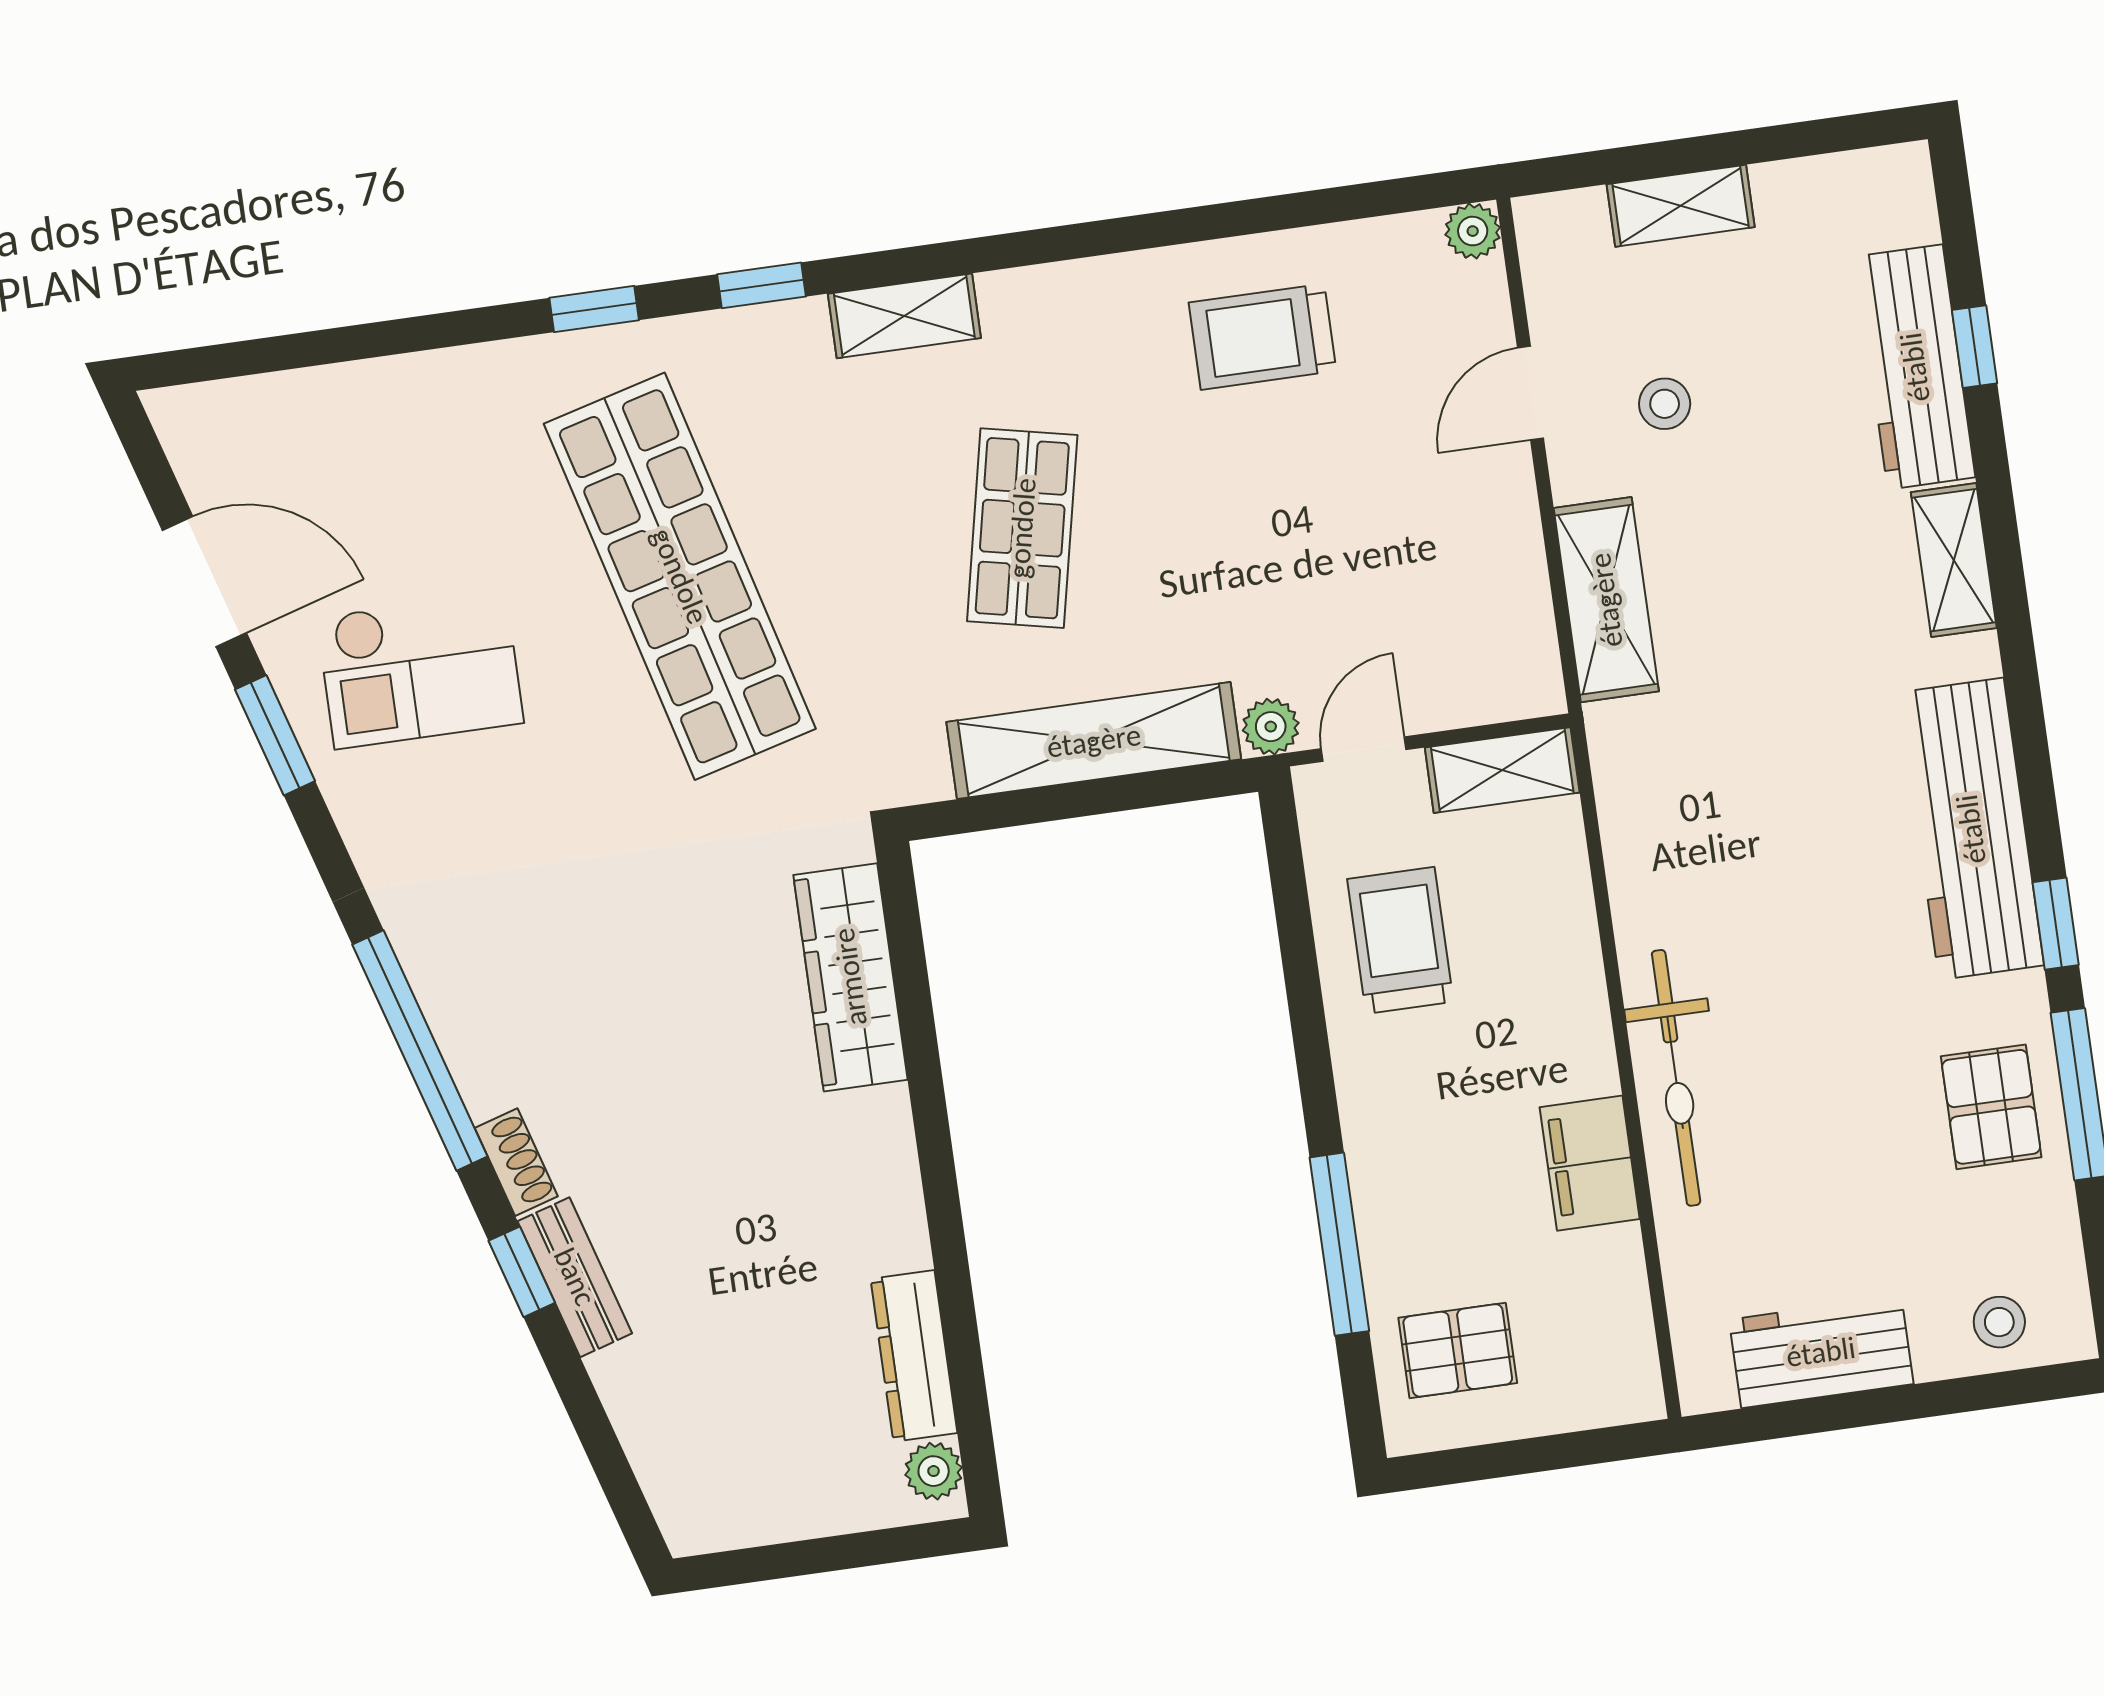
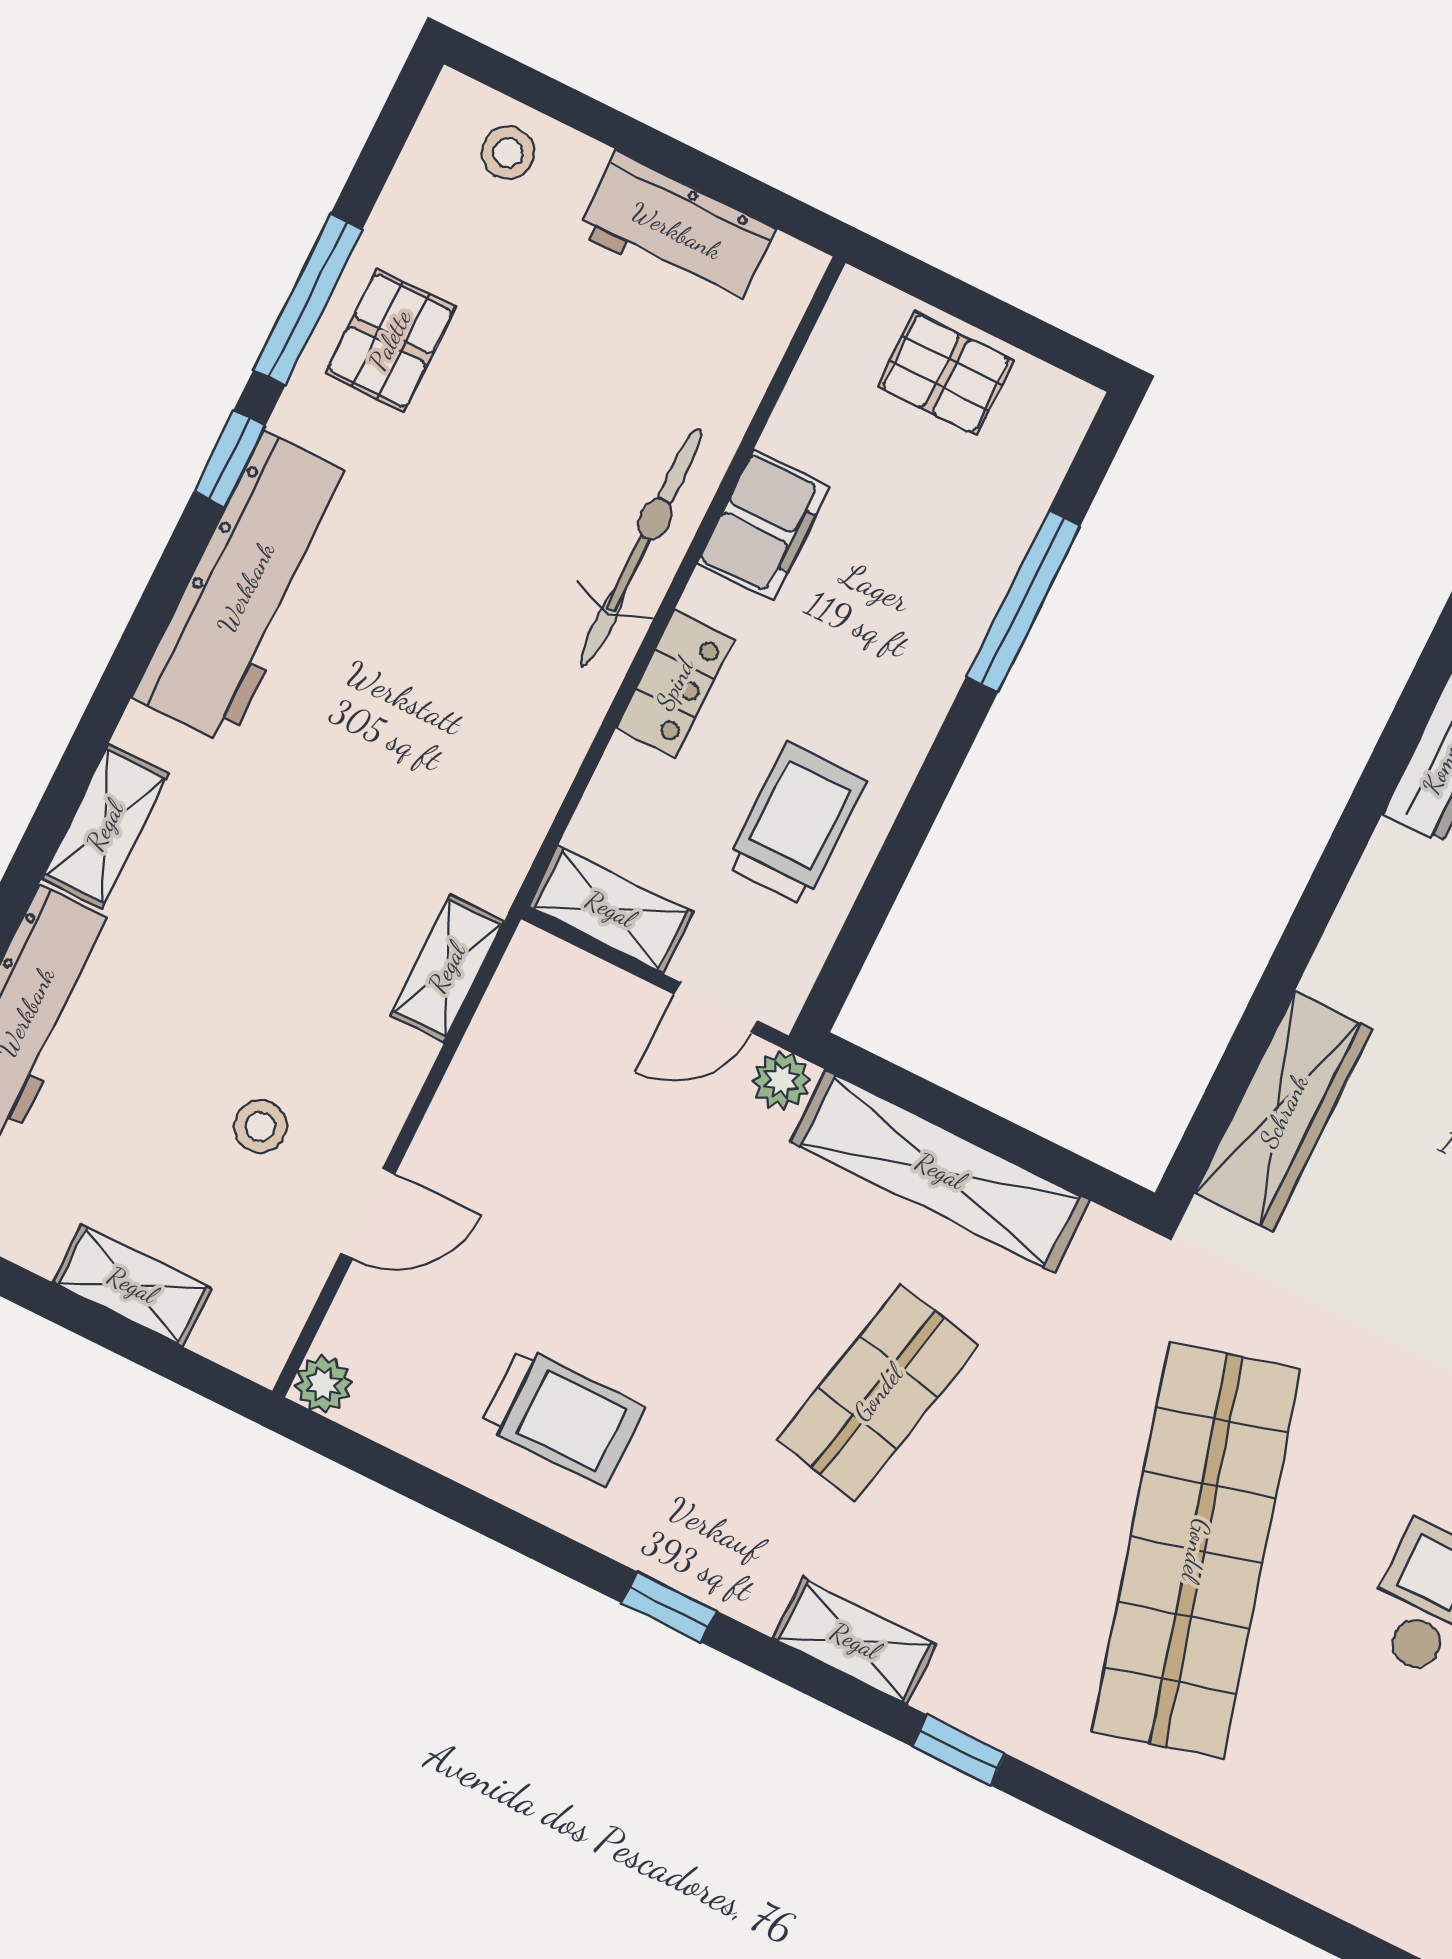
window: (594, 309) -> (669, 1607), moved
shelving: (1606, 600) -> (447, 968), width x0.67, depth x0.75
trolley: (1400, 940) -> (795, 824), turned 180
locker: (1574, 987) -> (675, 684), added
pallet: (1458, 1350) -> (946, 373), moved

